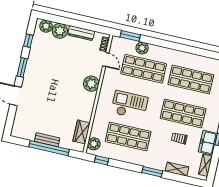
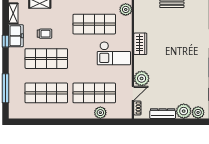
window: (130, 36) -> (115, 122), removed
door: (106, 60) -> (133, 93), swing flipped
plant: (91, 84) -> (142, 78), moved
checkout: (129, 105) -> (114, 53), moved
wardrobe: (81, 132) -> (140, 44), moved

